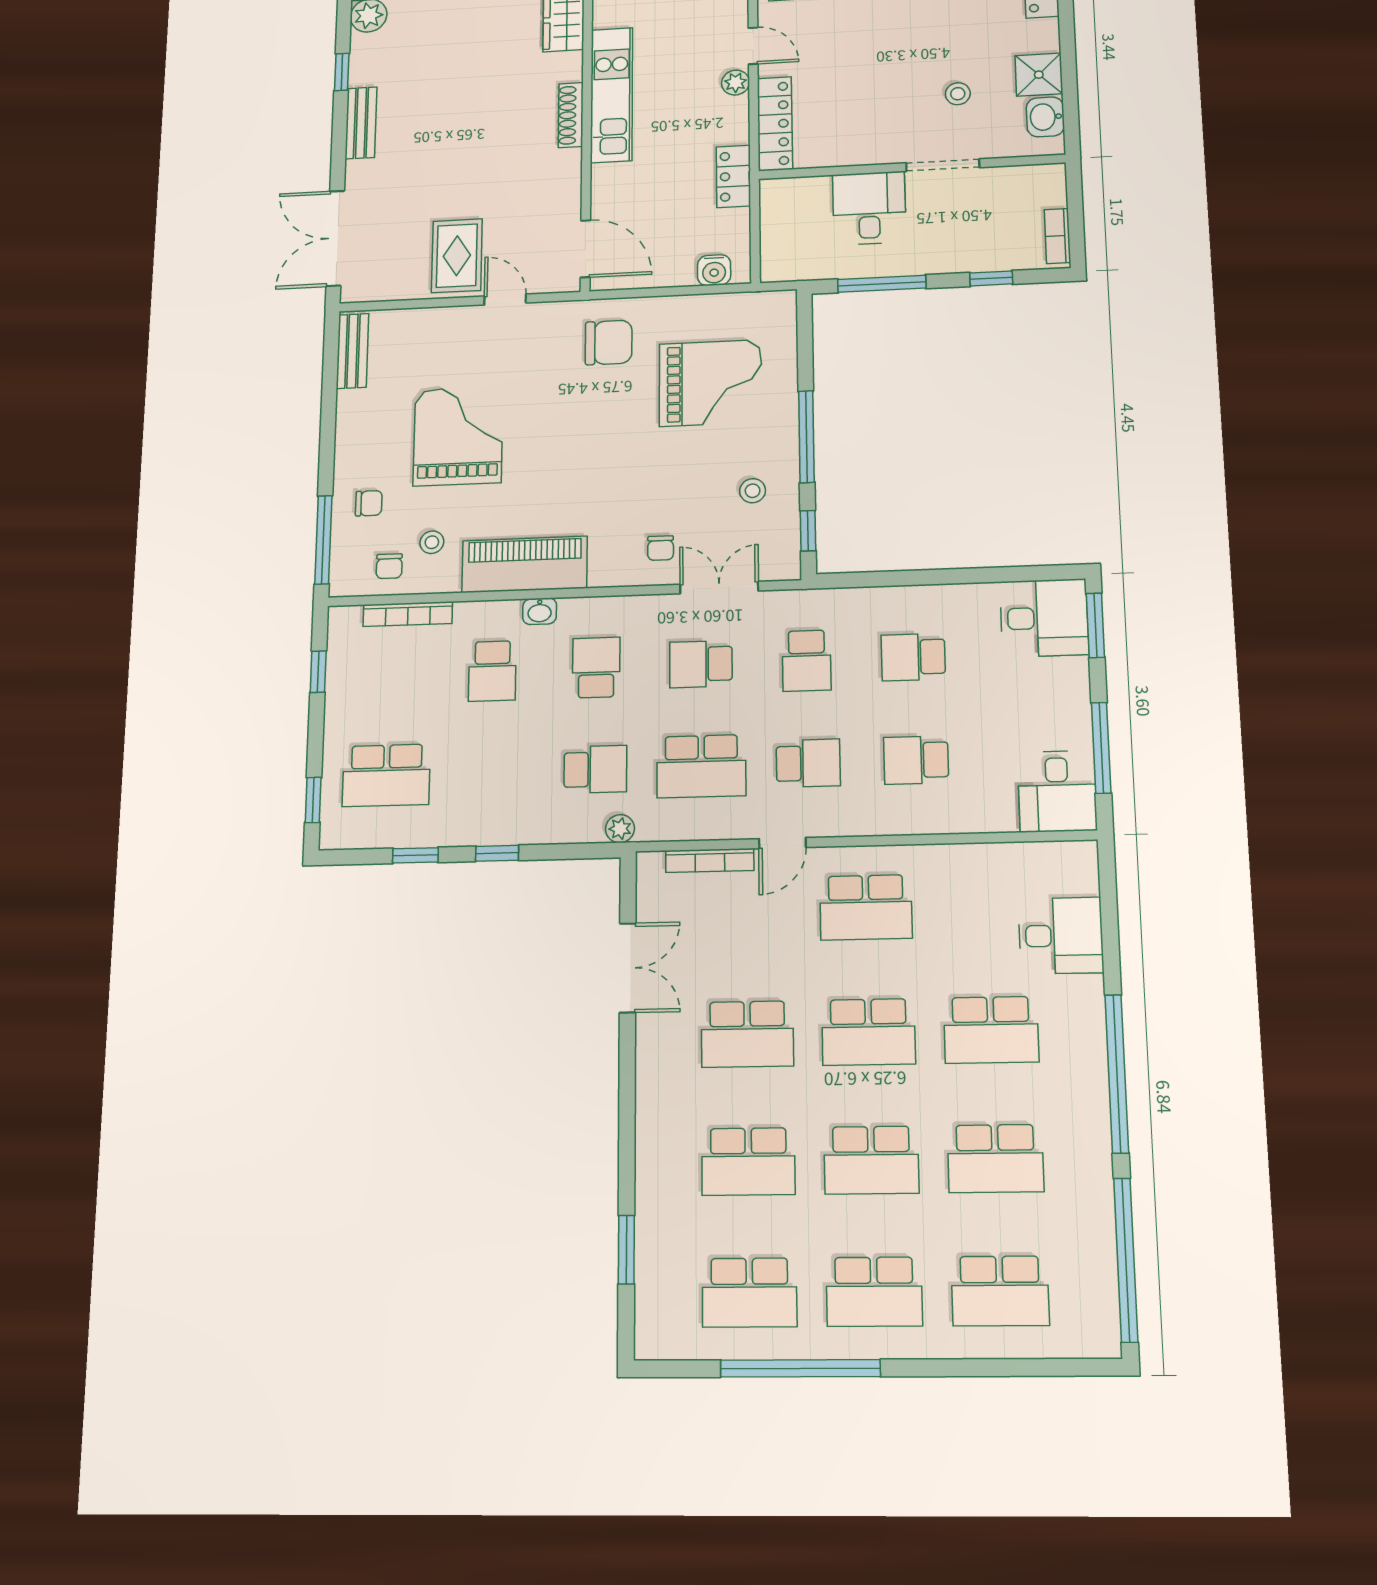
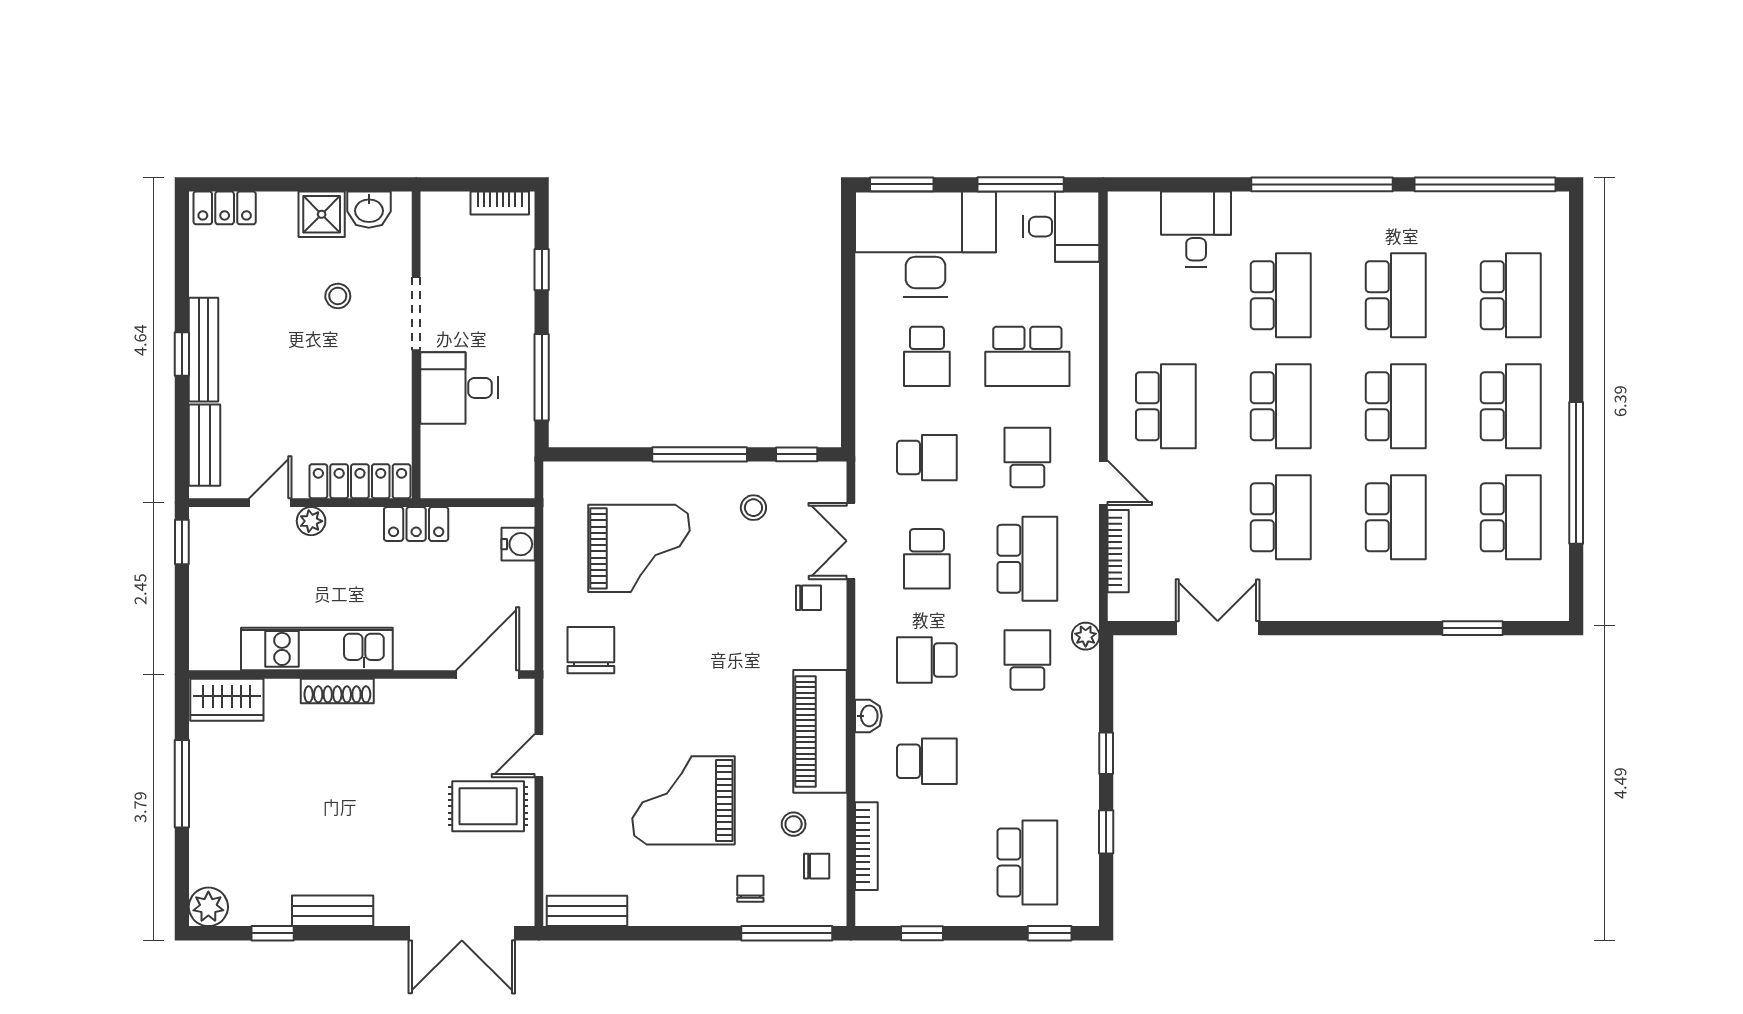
grand piano: (710, 383) -> (639, 548), turned 90
desk: (1044, 618) -> (925, 244), width x1.87, depth x1.30
school desk: (916, 760) -> (1027, 356), width x1.85

